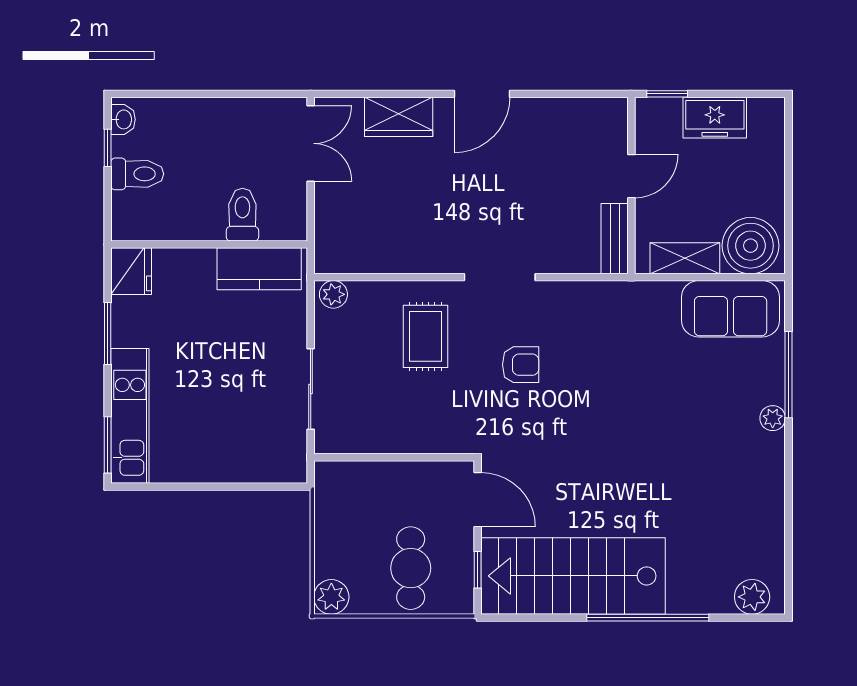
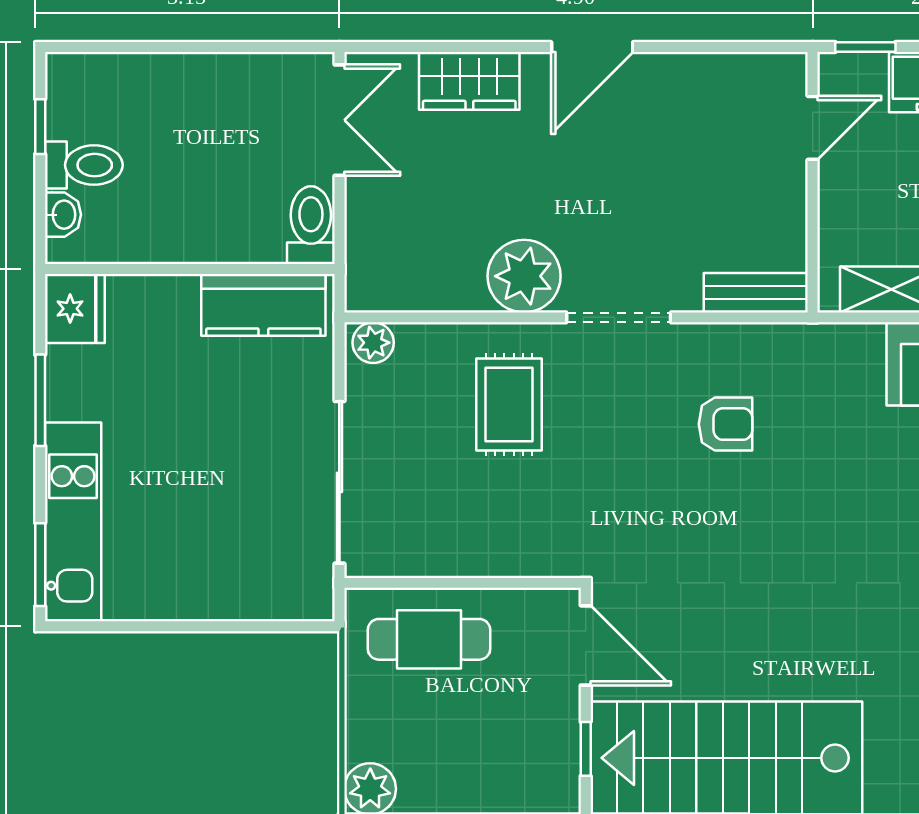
washbasin: (123, 119) -> (63, 215), moved
door: (631, 176) -> (813, 128), moved
toilet: (242, 215) -> (311, 225), moved
bench: (615, 239) -> (756, 293), moved, turned 90
plant: (436, 249) -> (524, 276), added
armchair: (521, 365) -> (725, 424), moved
sliding door: (311, 389) -> (339, 482), width x1.37
cafe table: (411, 568) -> (429, 639), moved, turned 90

